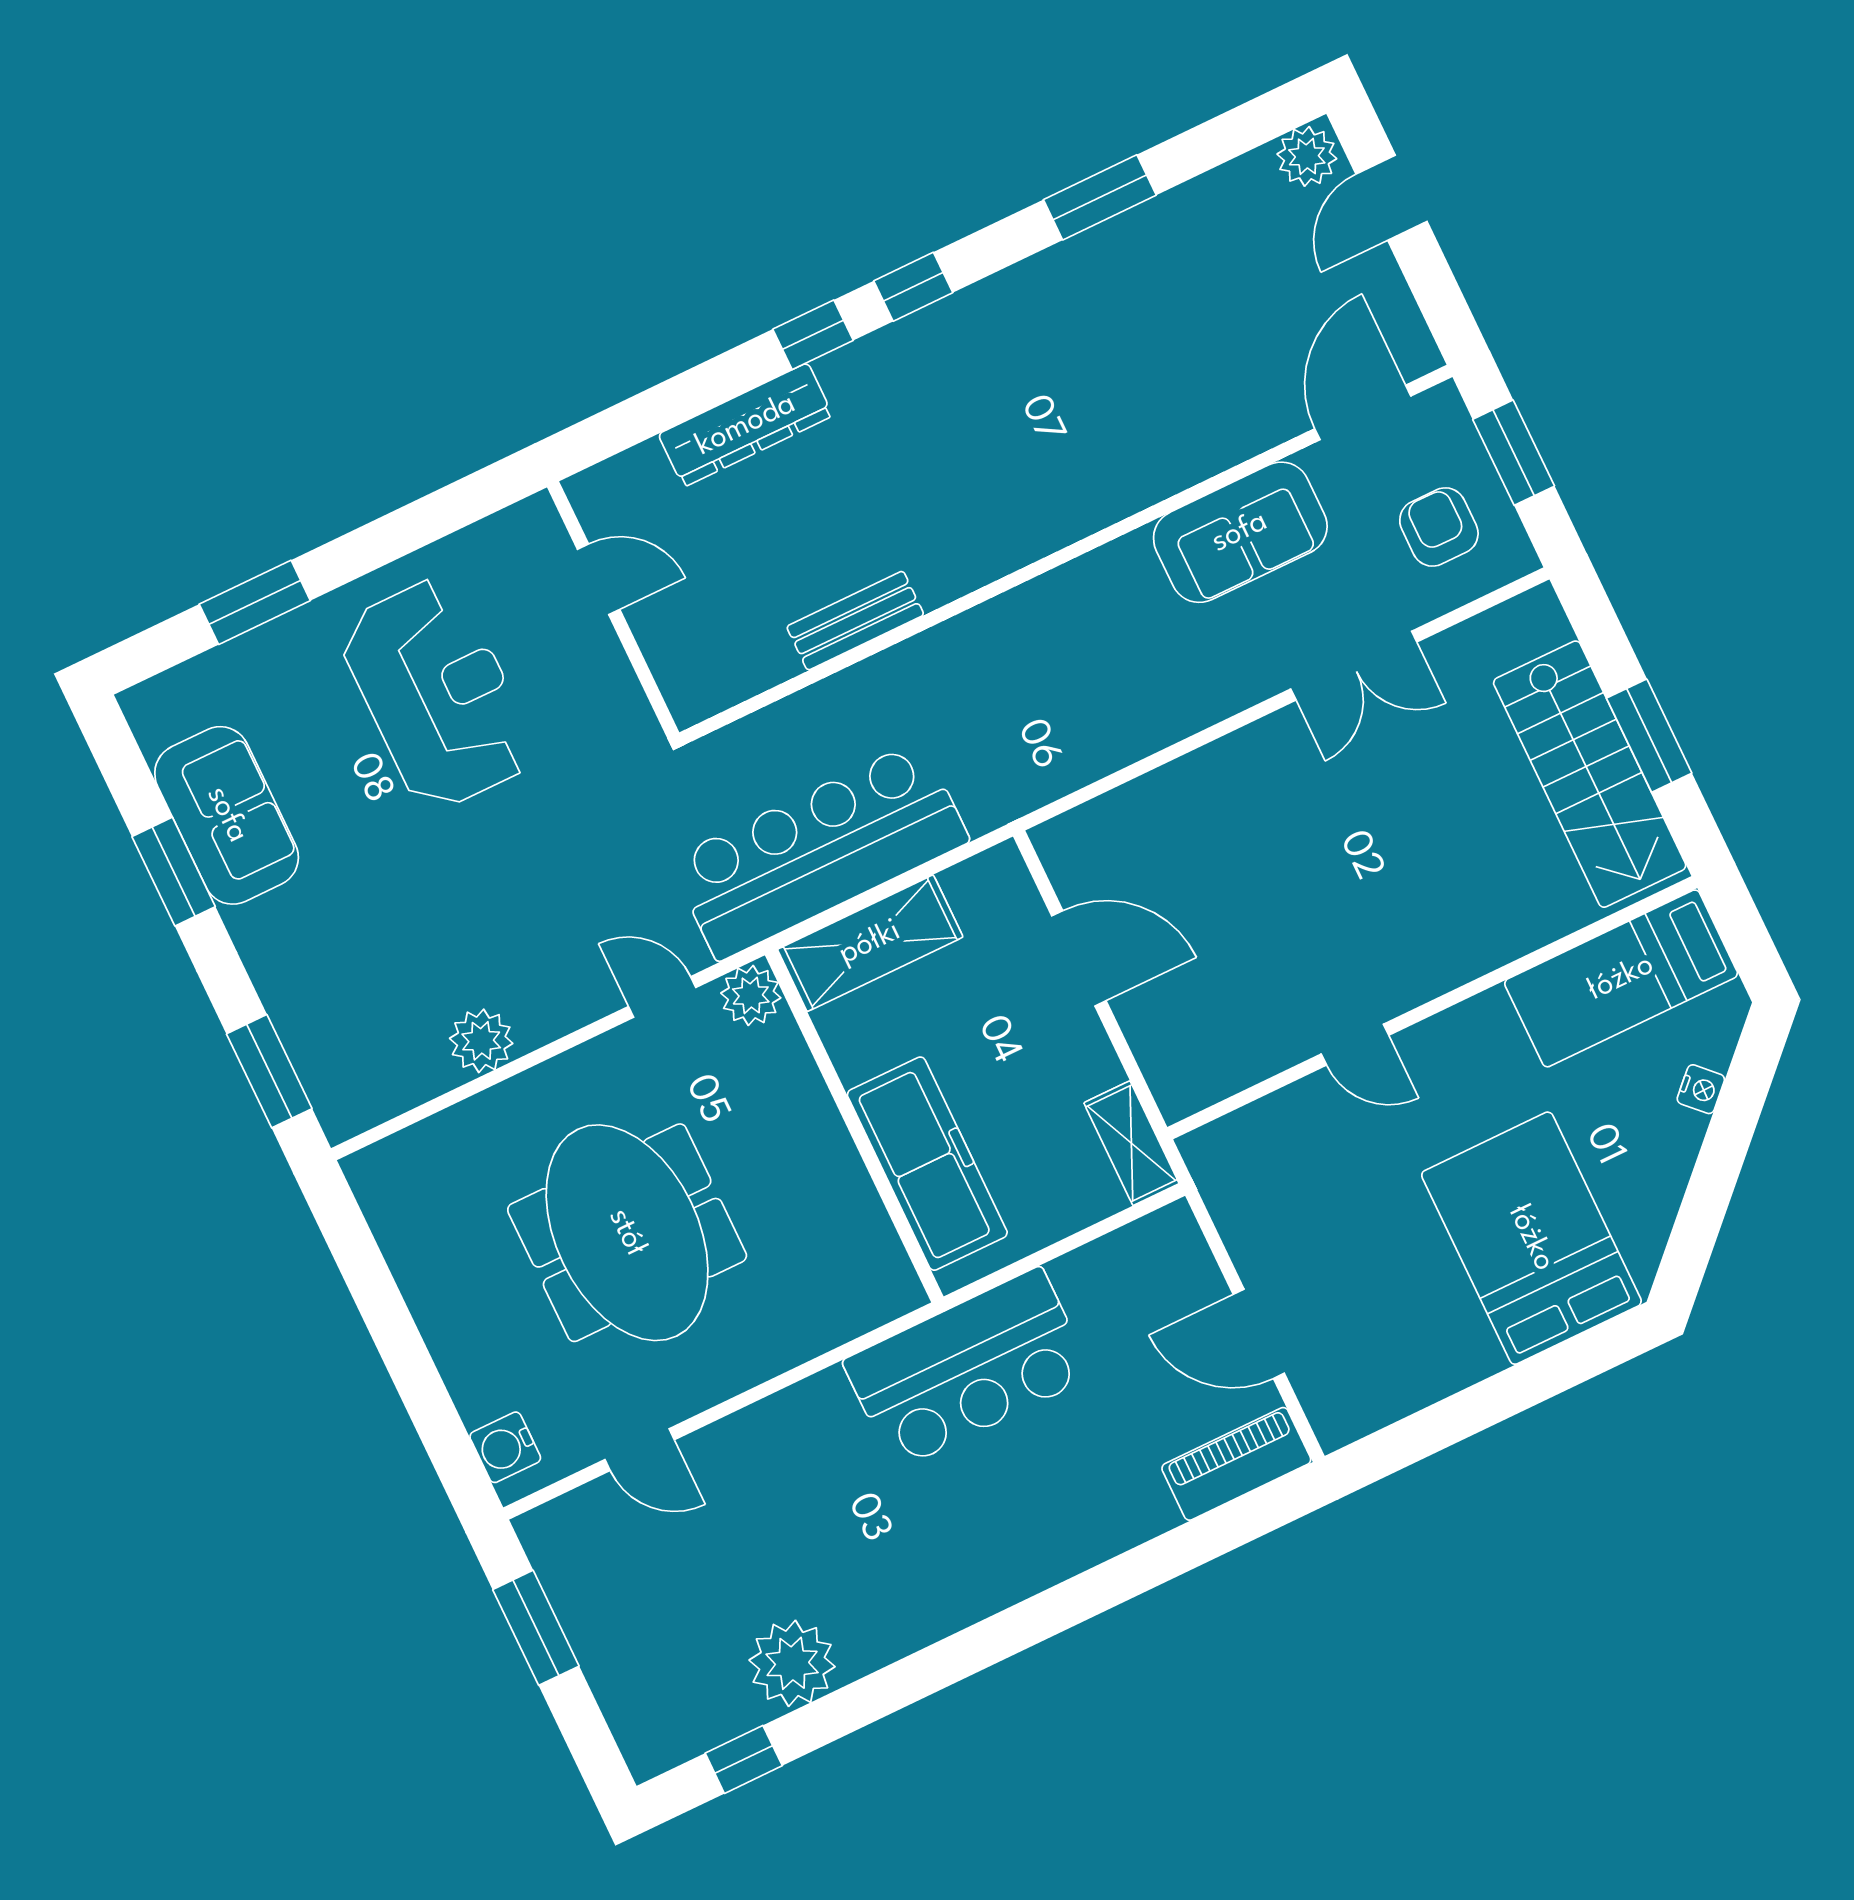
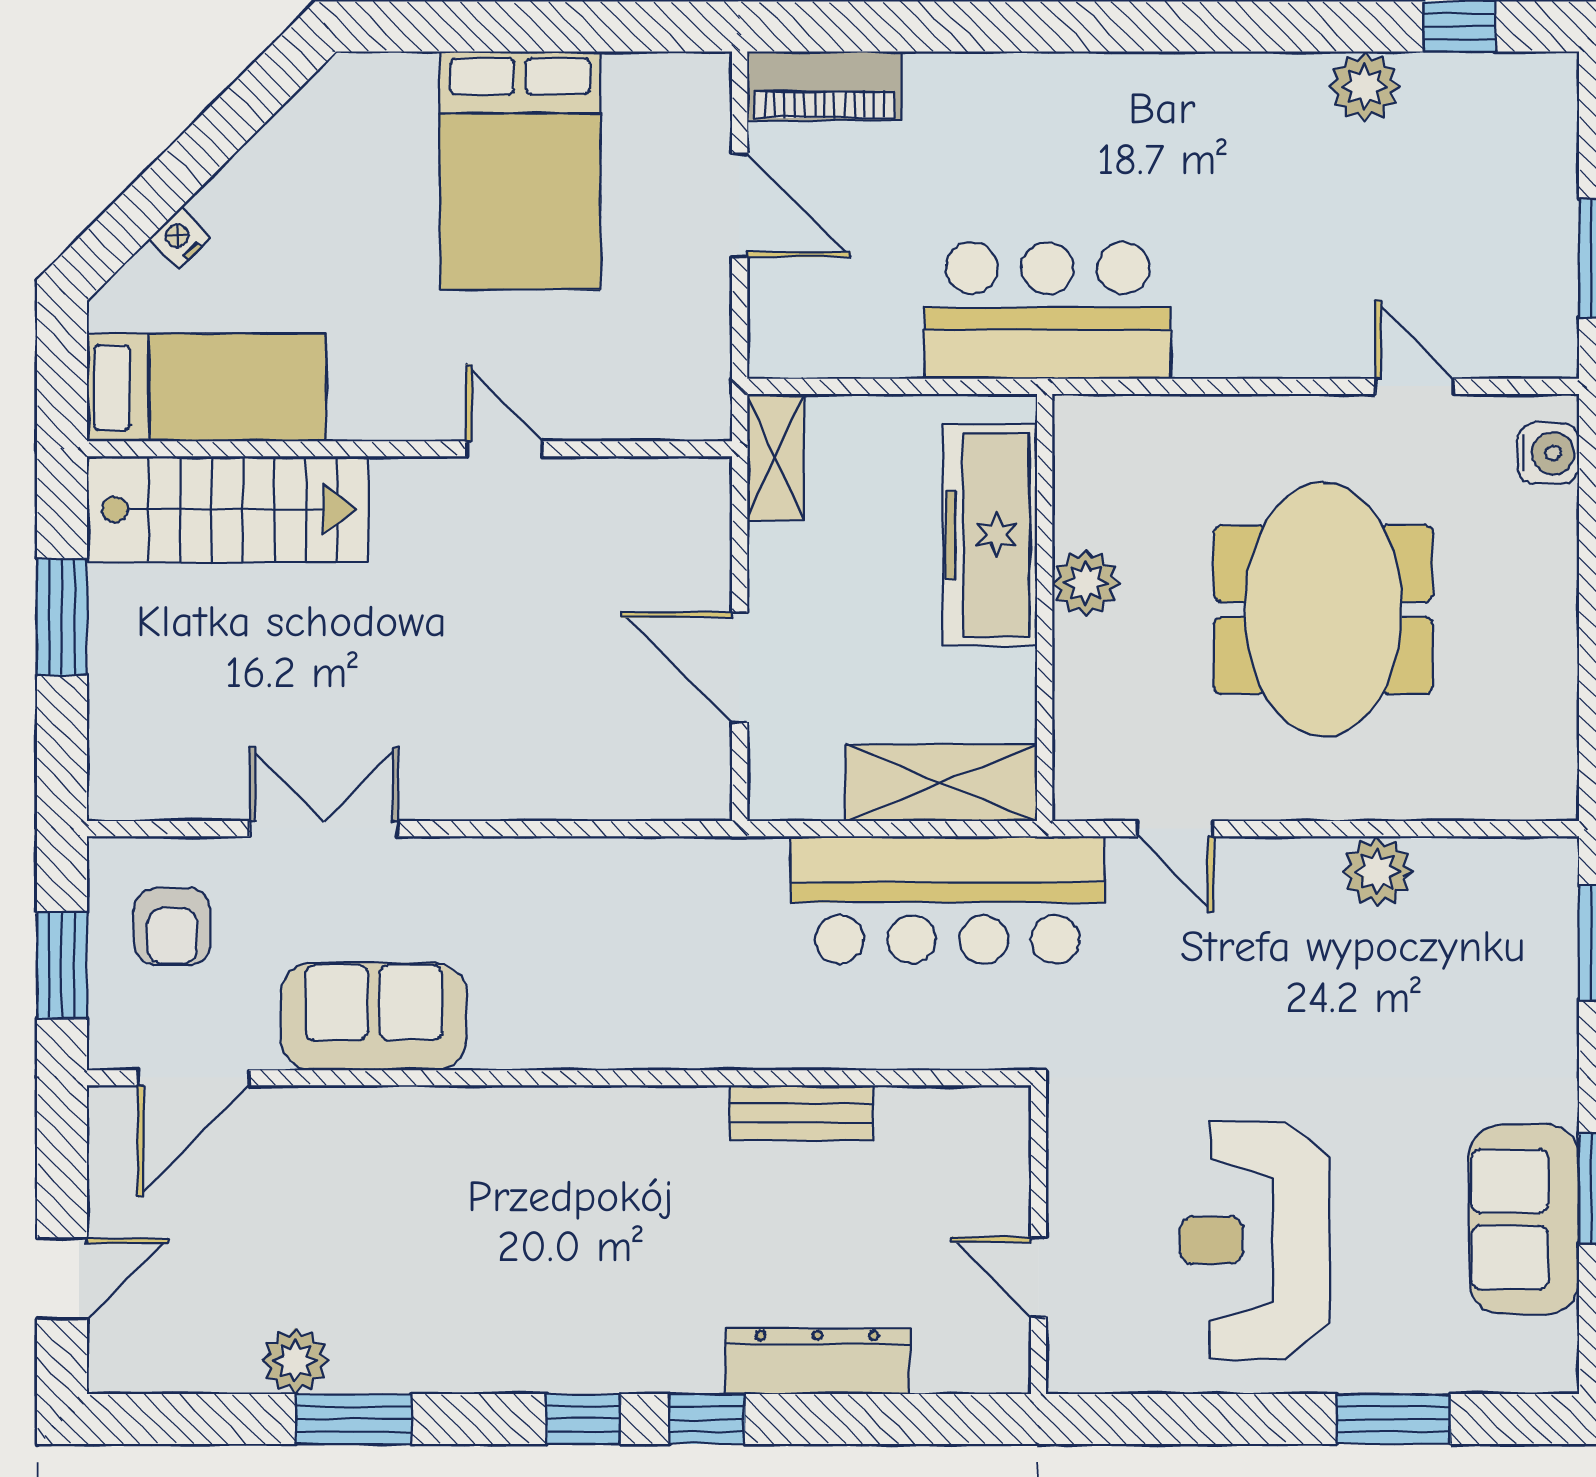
plant: (1307, 156) -> (295, 1361), moved
stairs: (1590, 774) -> (228, 509), moved, turned 90
plant: (751, 995) -> (1086, 583), moved
bed: (1531, 1238) -> (520, 170), moved
plant: (792, 1663) -> (1365, 87), width x0.73, depth x0.73

